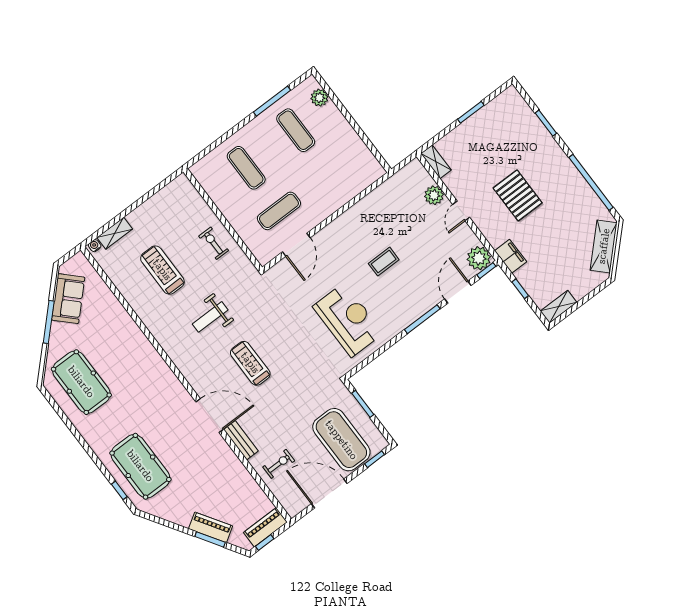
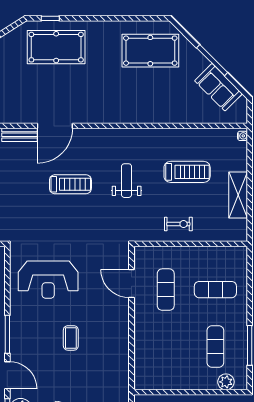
exercise mat: (296, 130) -> (215, 347), turned 90
shelving: (115, 233) -> (238, 195), moved, width x1.50, depth x1.33

